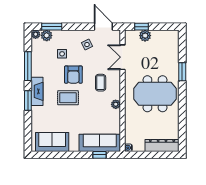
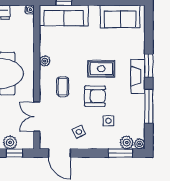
double door: (122, 57) -> (37, 117), swing flipped
armchair: (73, 75) -> (95, 96), turned 90

